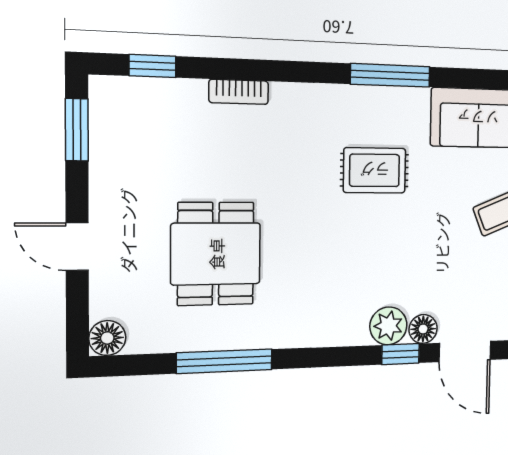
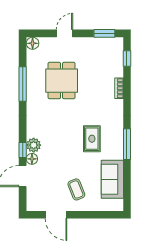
dining table: (216, 254) -> (62, 81), turned 90

